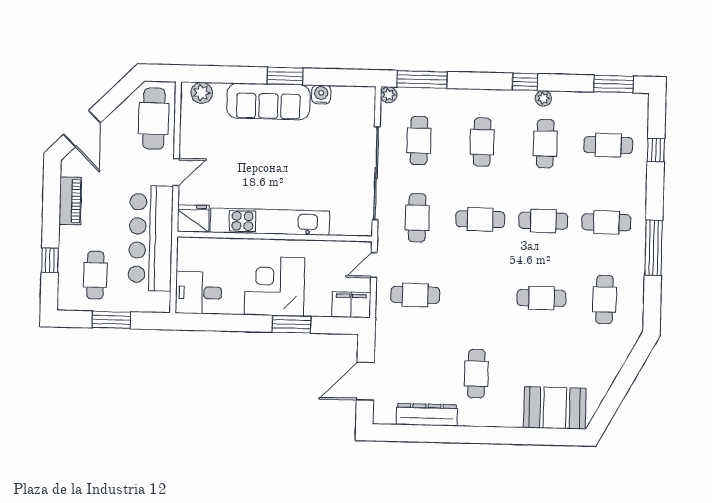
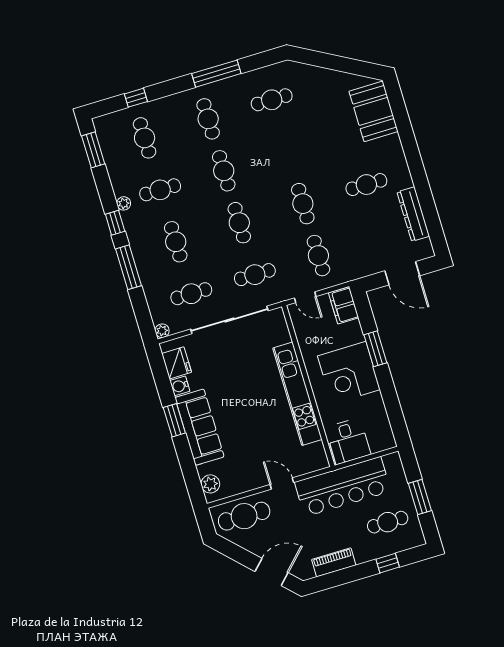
window: (422, 79) -> (128, 267), moved
cafe table: (482, 142) -> (176, 242), turned 90
fridge: (193, 219) -> (177, 363), moved, turned 180
desk: (199, 293) -> (348, 441), moved
cafe table: (541, 298) -> (303, 204), moved

